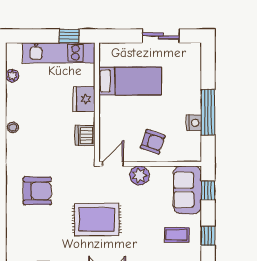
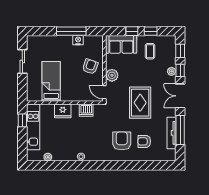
window: (208, 191) -> (132, 31), moved
armchair: (36, 226) -> (144, 141), added

